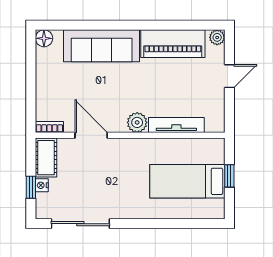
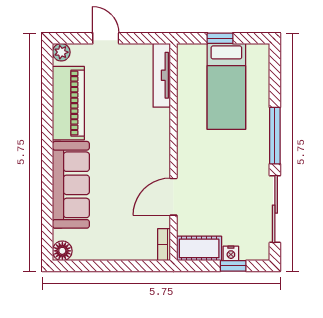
plant: (137, 122) -> (159, 144), removed
tv unit: (176, 125) -> (162, 75), moved
window: (144, 224) -> (275, 136), added

